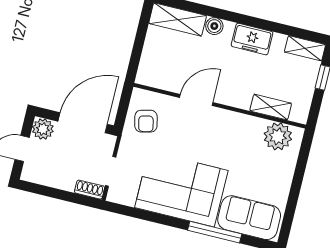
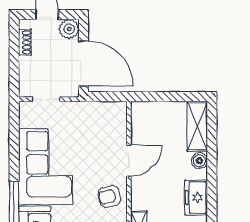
door: (196, 100) -> (129, 161), hinge flipped
armchair: (146, 121) -> (109, 196), moved
shoe rack: (90, 190) -> (25, 42), moved

